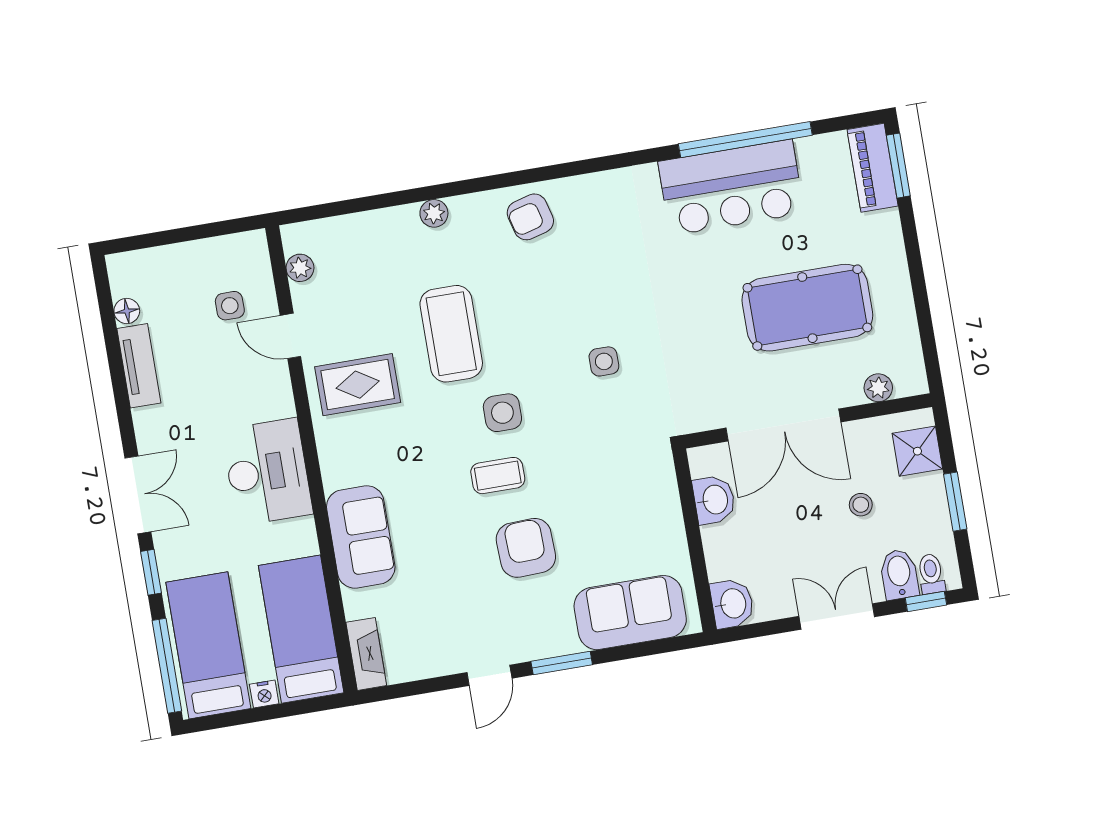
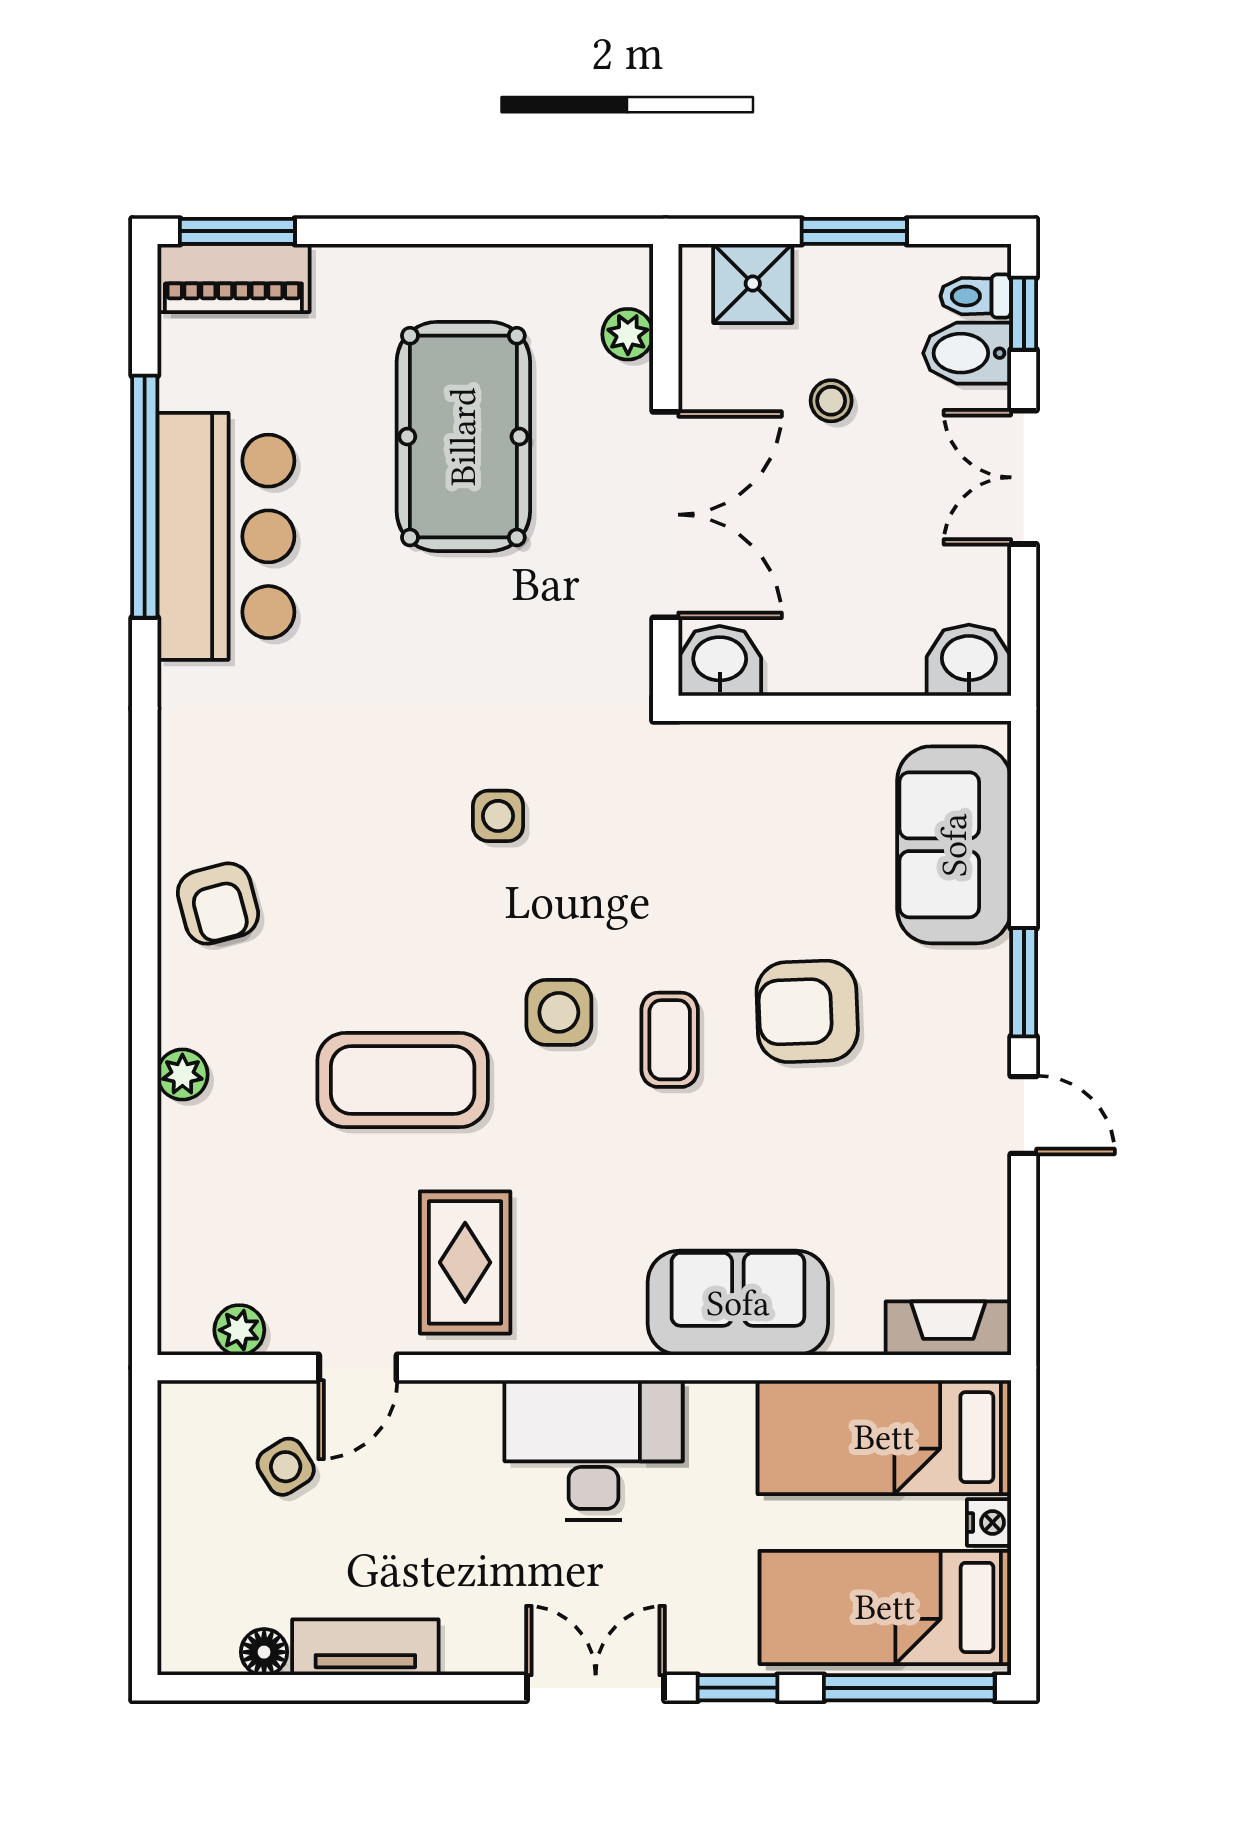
side table: (230, 306) -> (286, 1467), turned -32
washbasin: (714, 500) -> (720, 661), moved

